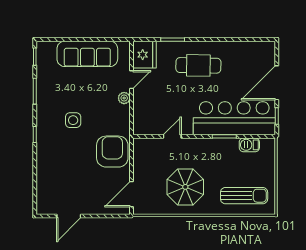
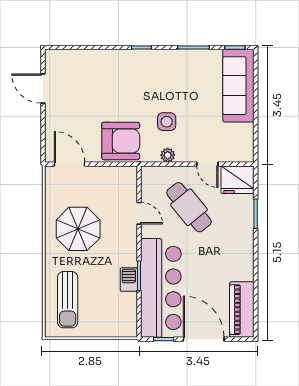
piano: (252, 51) -> (242, 310), added
sofa: (87, 54) -> (238, 86), moved
cafe table: (198, 65) -> (189, 207), moved, turned -40
plant: (124, 98) -> (168, 155), moved
side table: (73, 120) -> (167, 122), moved
barbecue: (249, 145) -> (129, 280), moved

